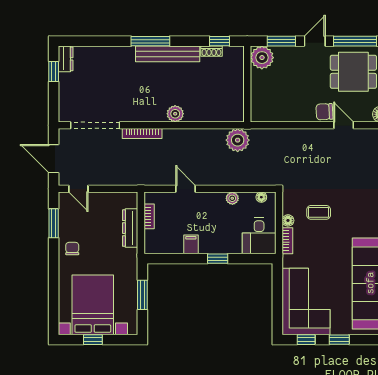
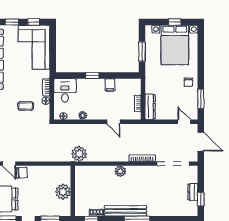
plant: (262, 58) -> (63, 192), moved
dresser: (66, 59) -> (193, 192), moved
dresser: (130, 228) -> (150, 107), moved

